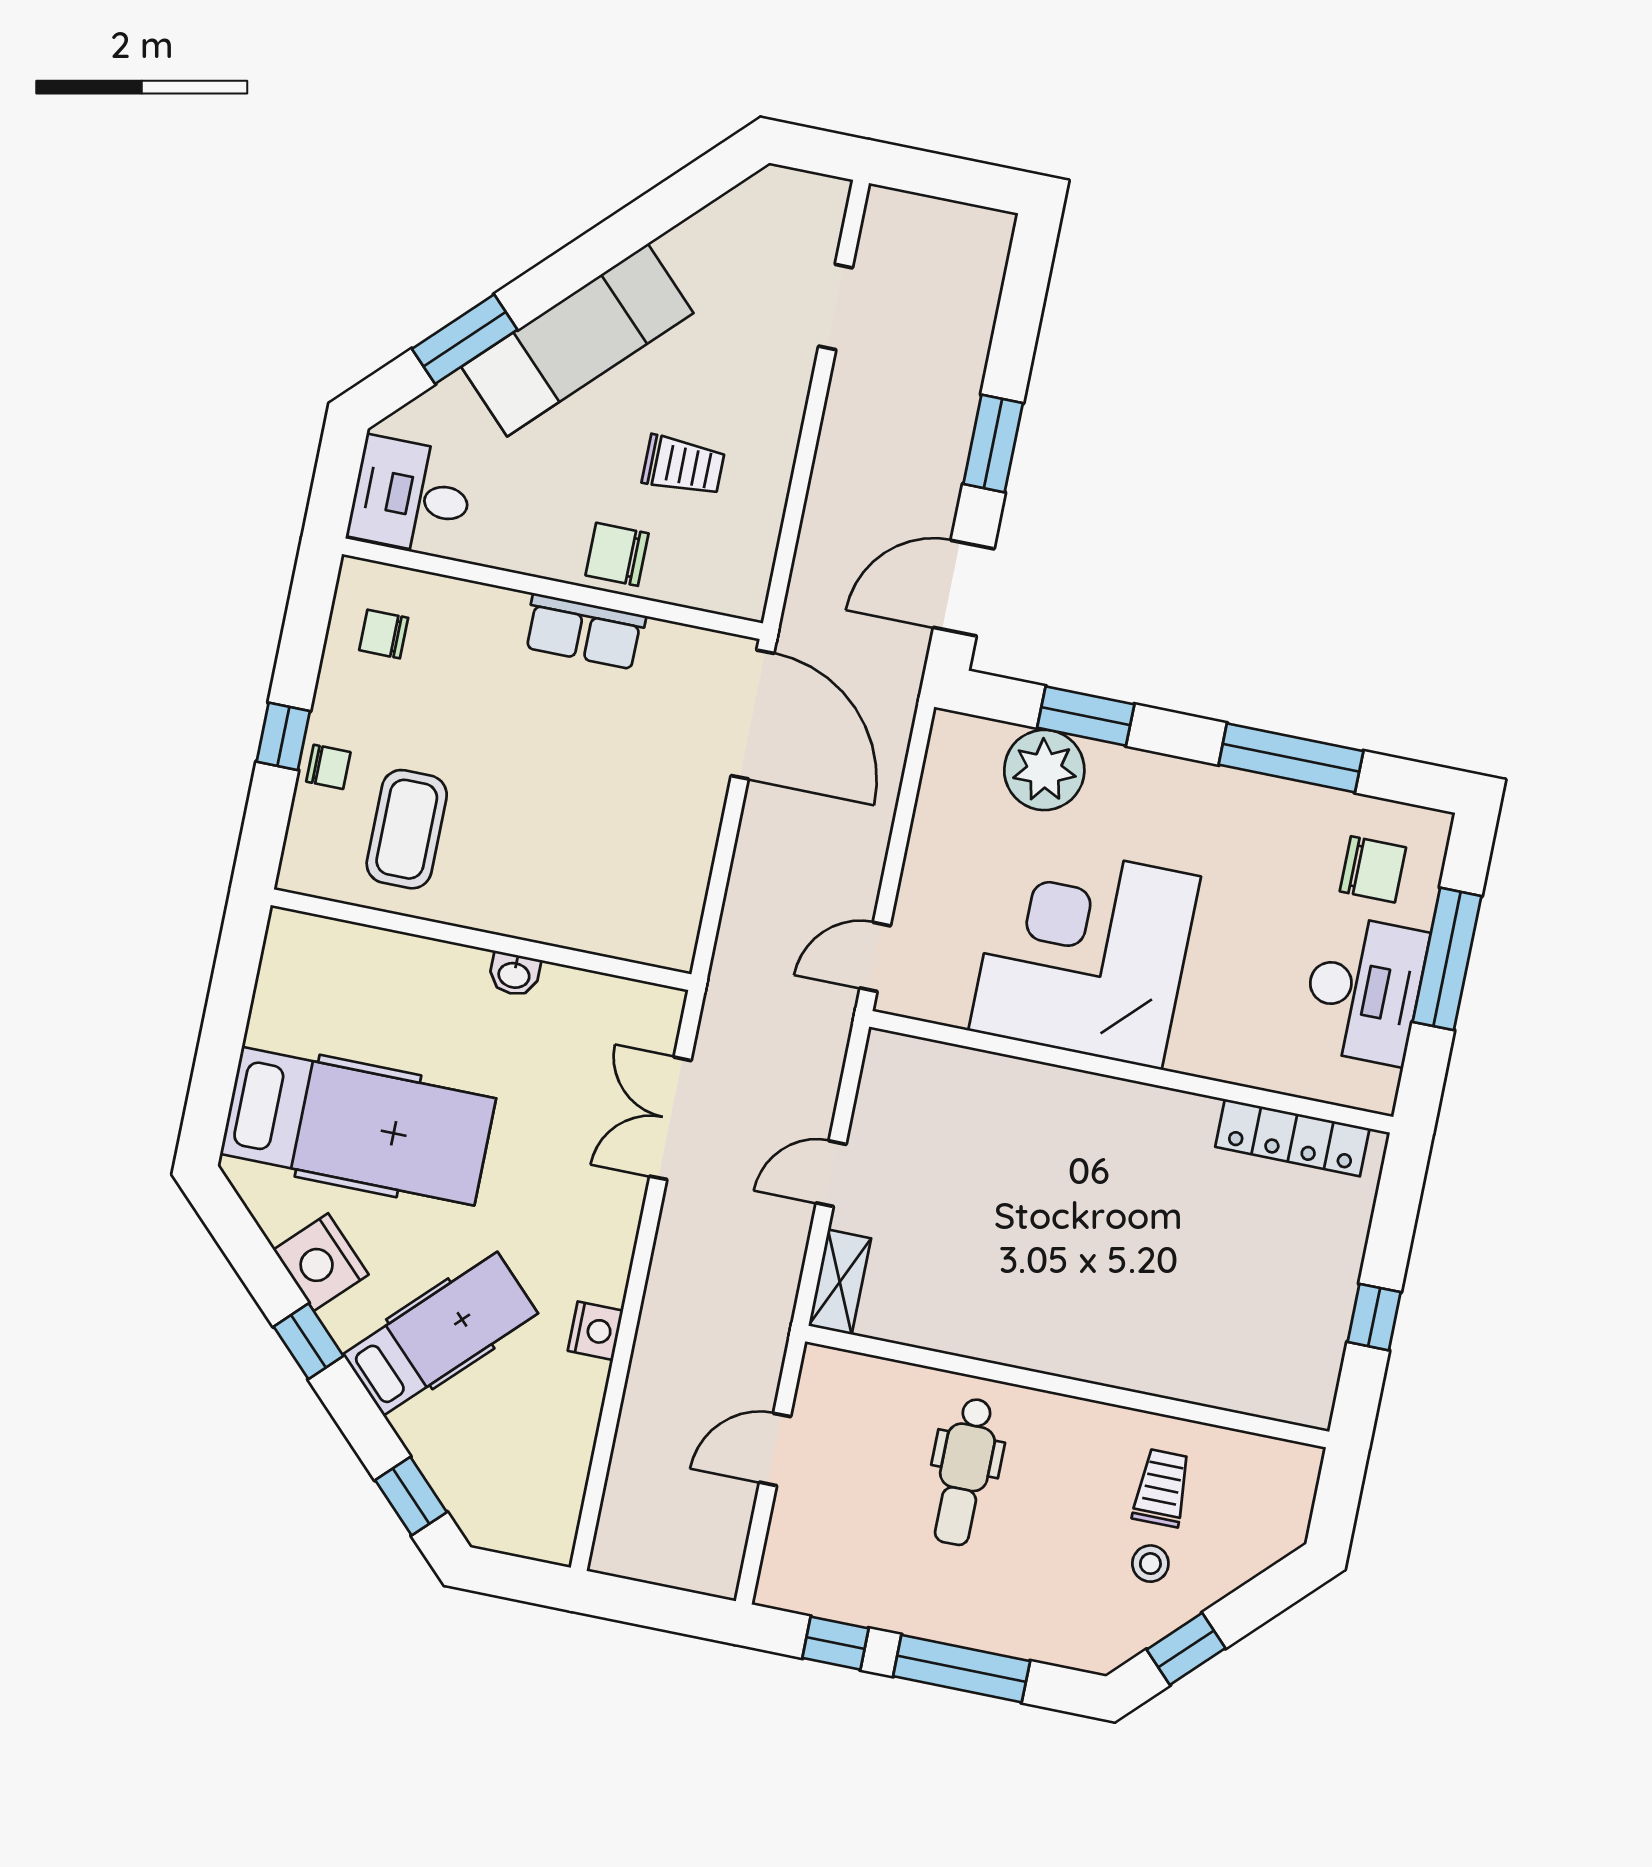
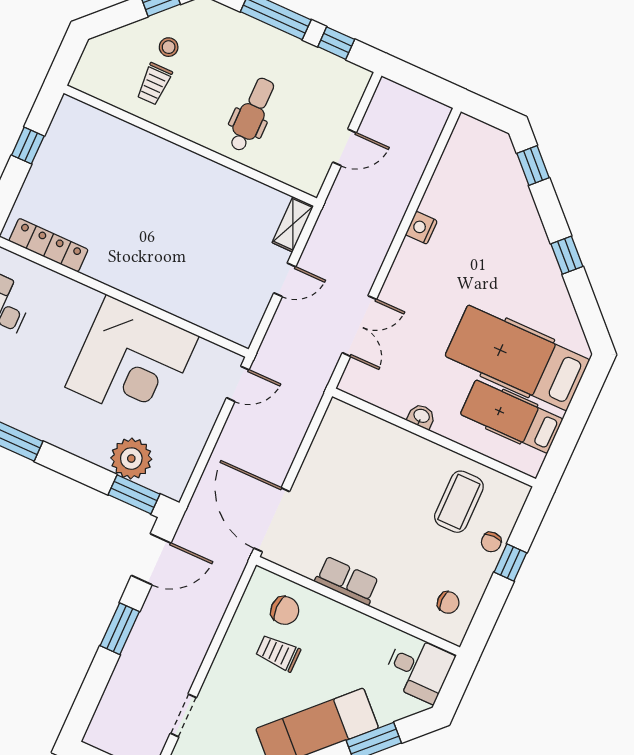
chair: (617, 554) -> (285, 610), moved
window: (1086, 716) -> (134, 494), moved
chair: (328, 767) -> (491, 542), turned -90
nightstand: (321, 1262) -> (552, 294), removed
hospital bed: (440, 1334) -> (512, 417), moved, turned 45

